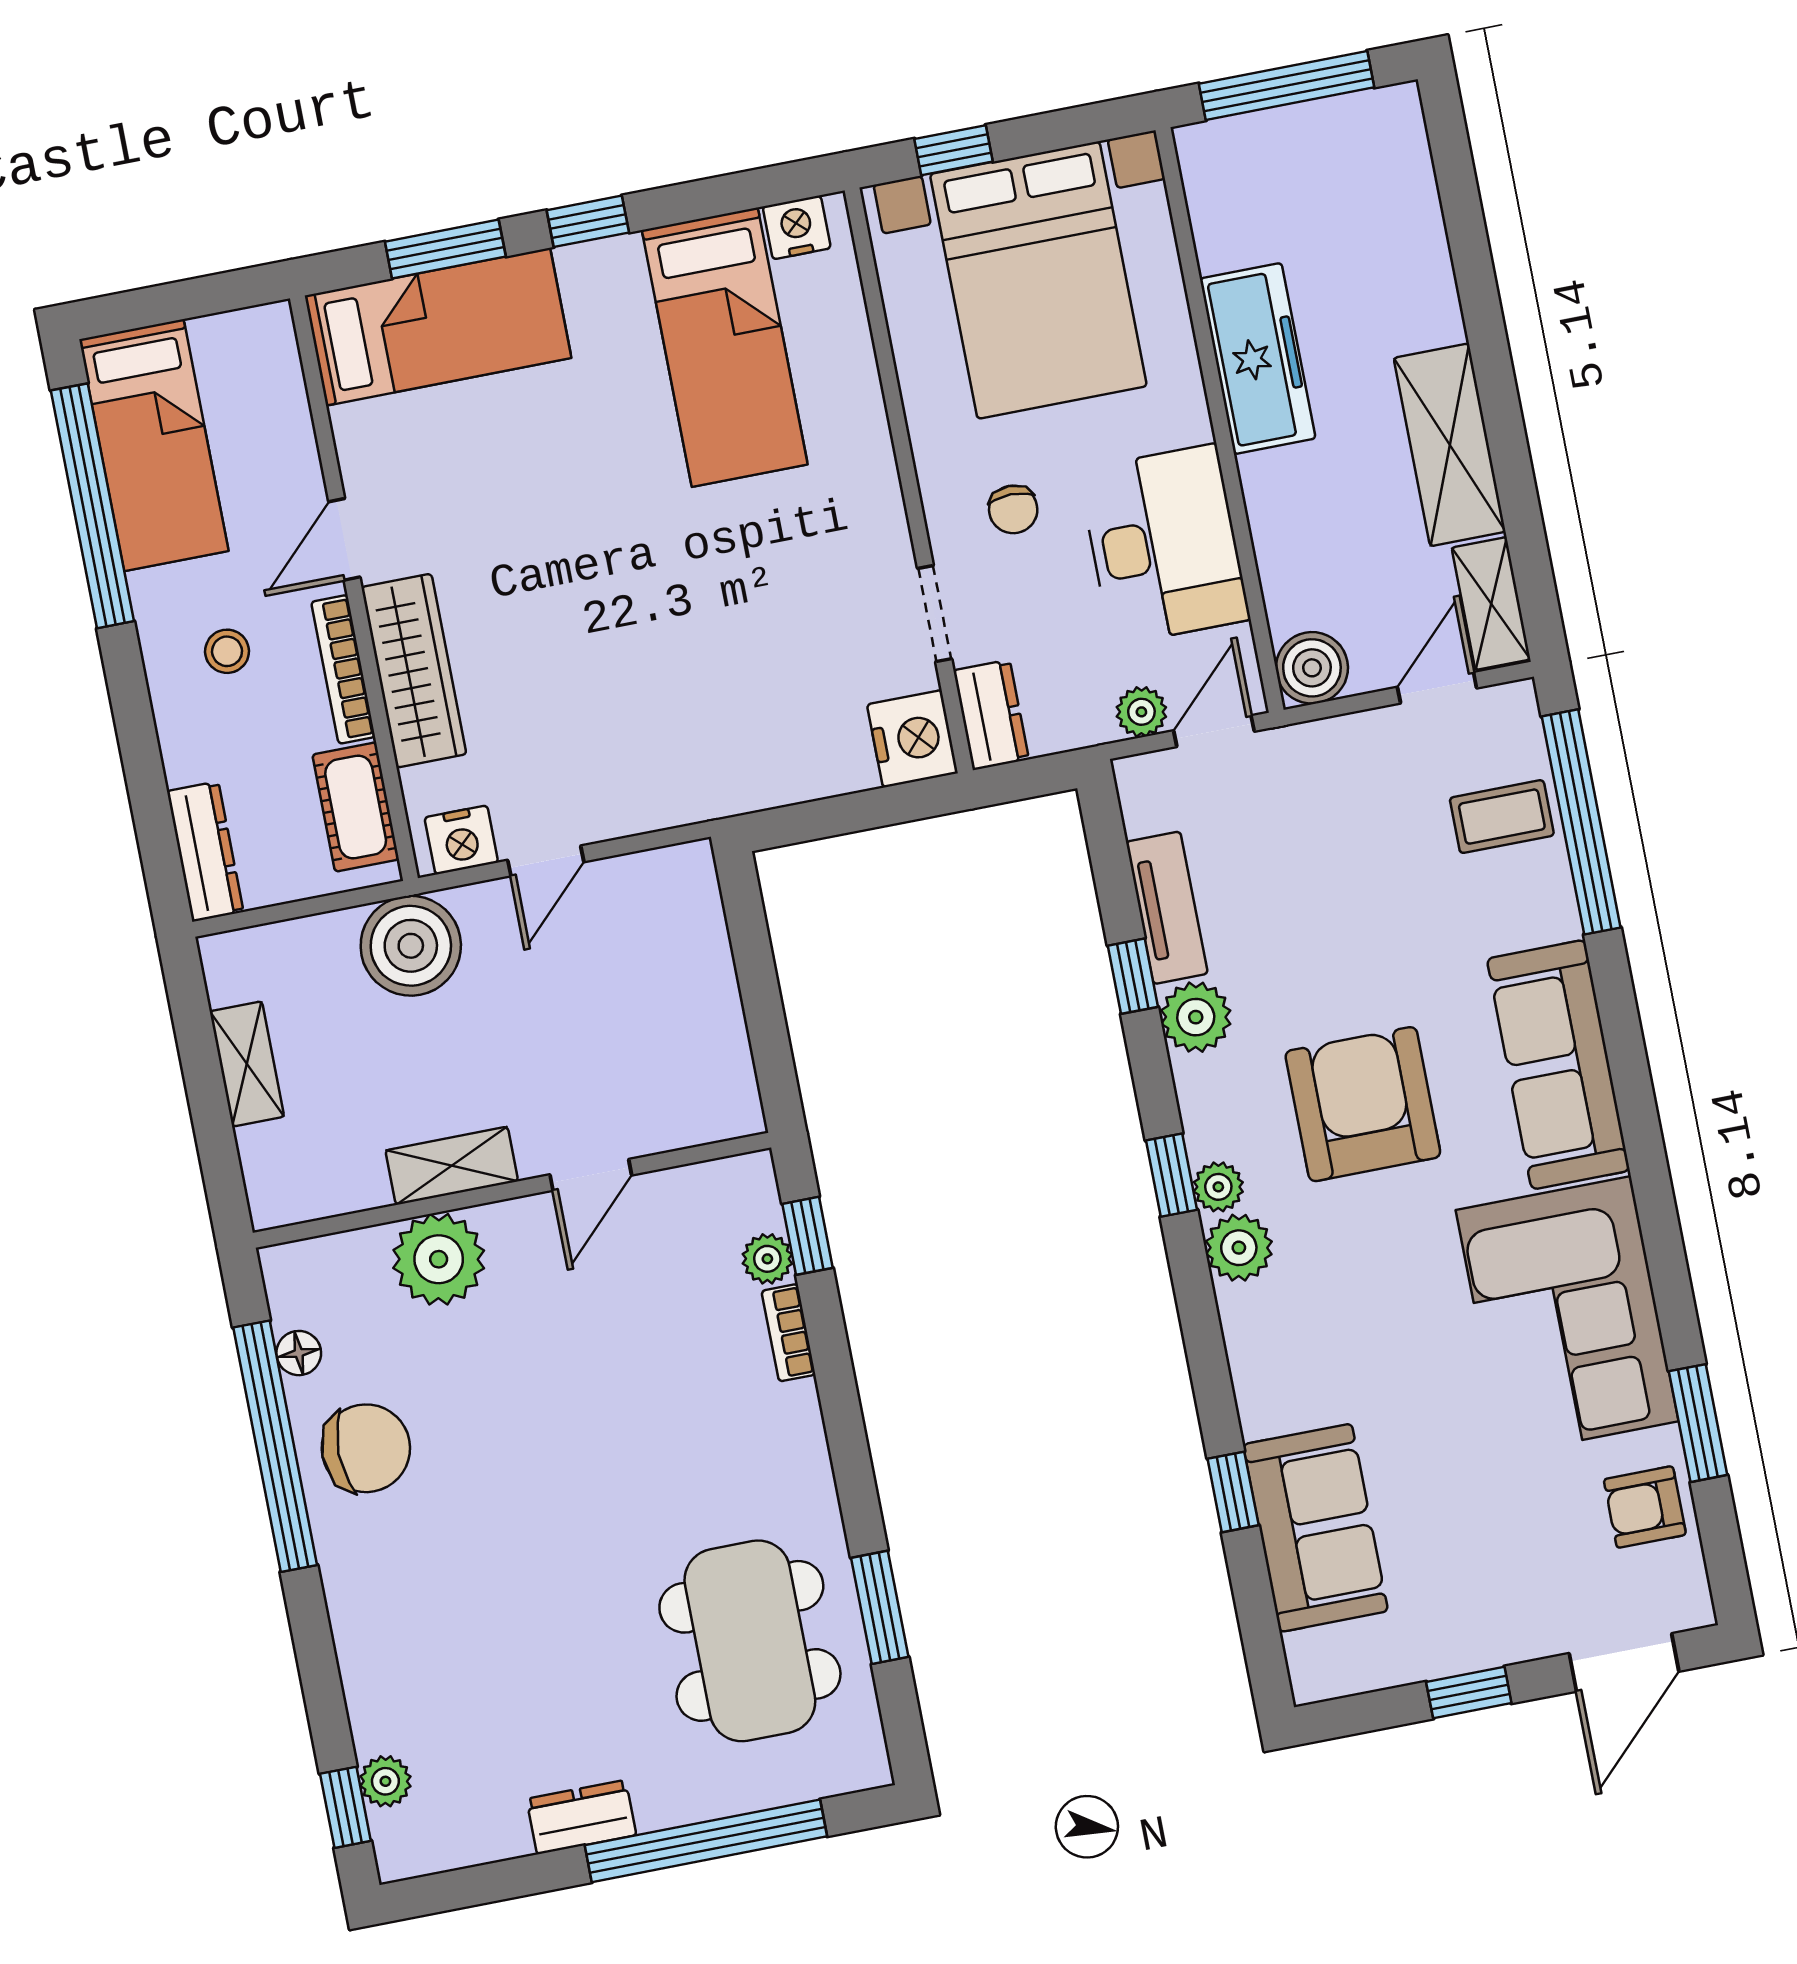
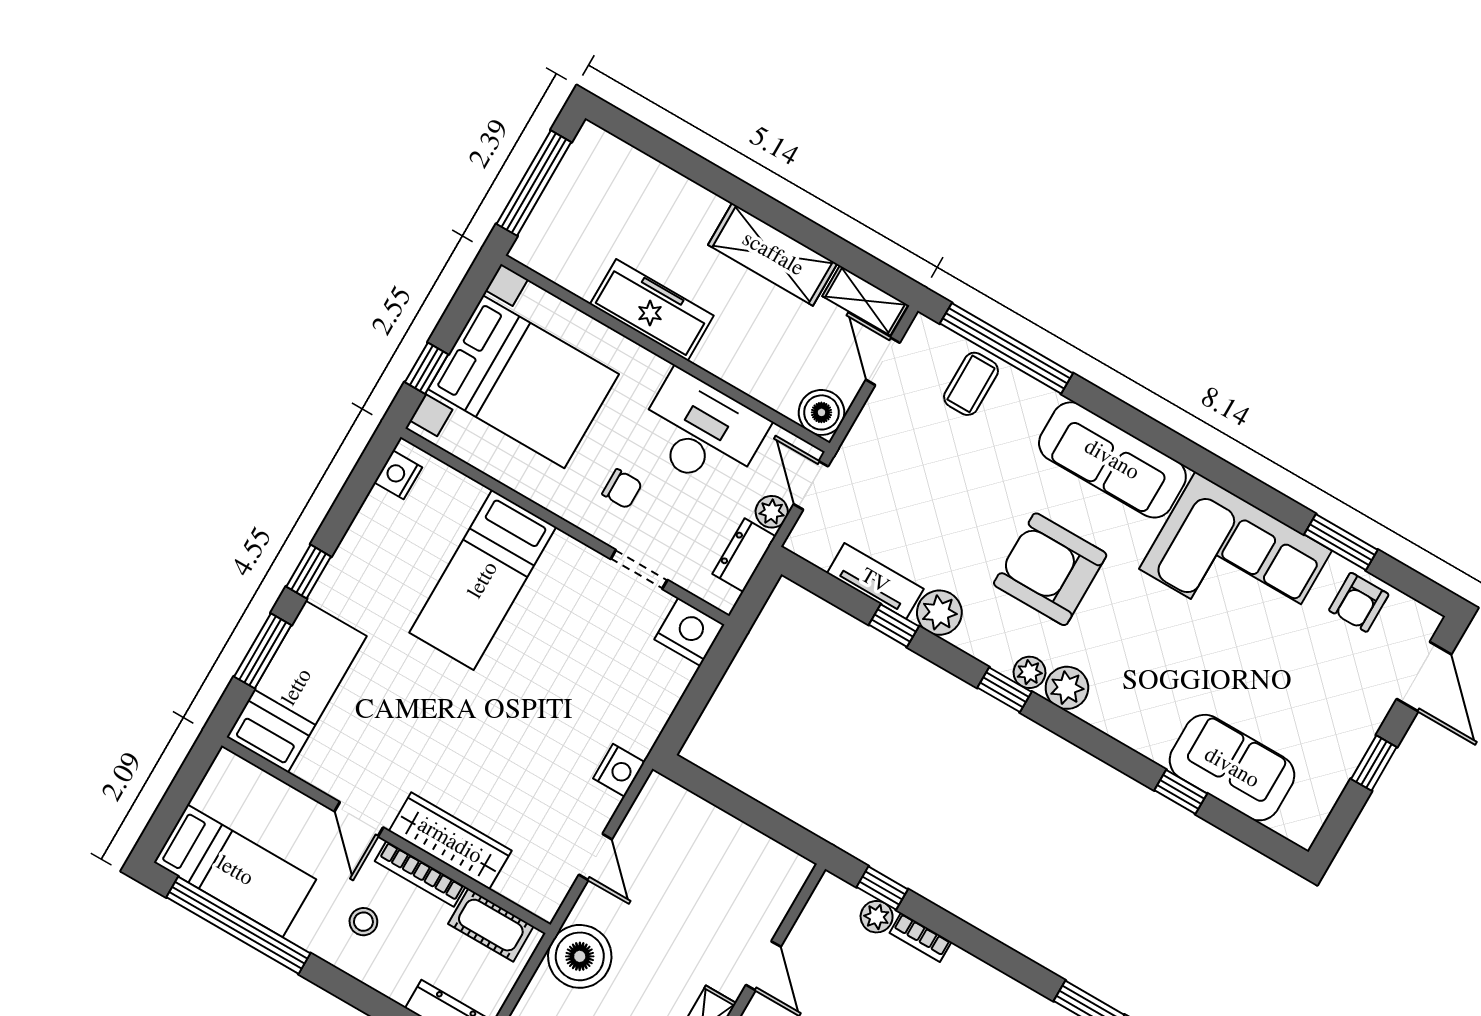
bed: (725, 347) -> (483, 580), moved, turned 90
dresser: (991, 715) -> (744, 555), moved, turned -90
nightstand: (461, 840) -> (619, 770), moved

